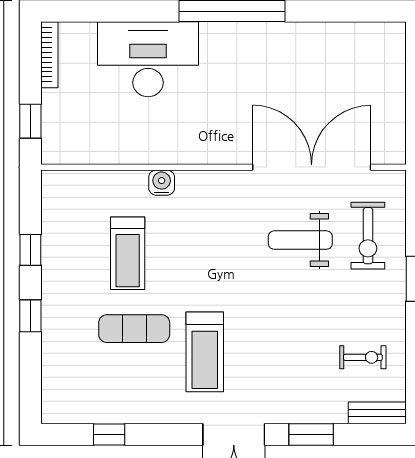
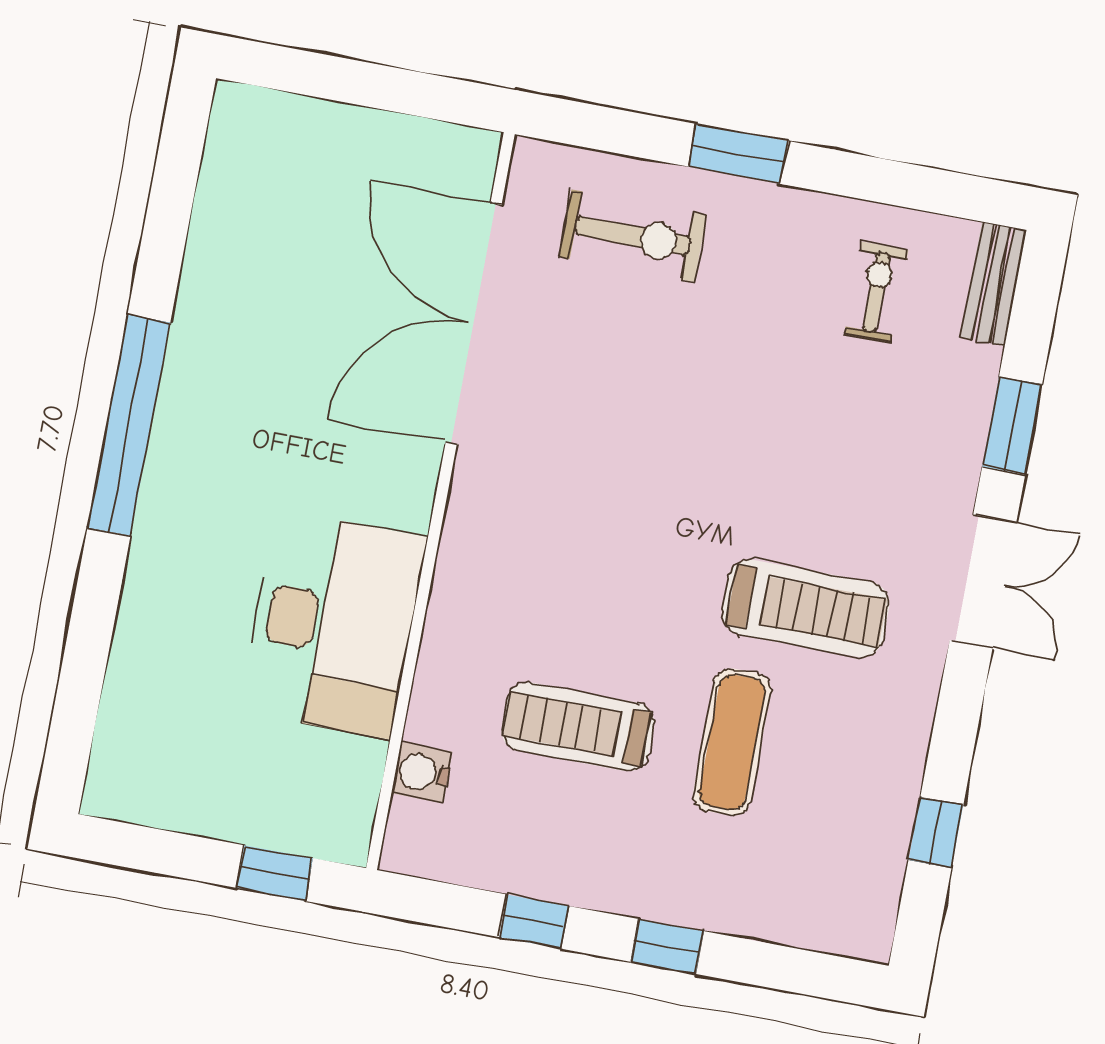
bookcase: (49, 55) -> (148, 810), removed
desk: (148, 59) -> (333, 624), moved, turned 180
water cooler: (162, 183) -> (422, 772), moved
weight bench: (300, 240) -> (616, 374), removed
treadmill: (128, 253) -> (578, 727), turned 180

